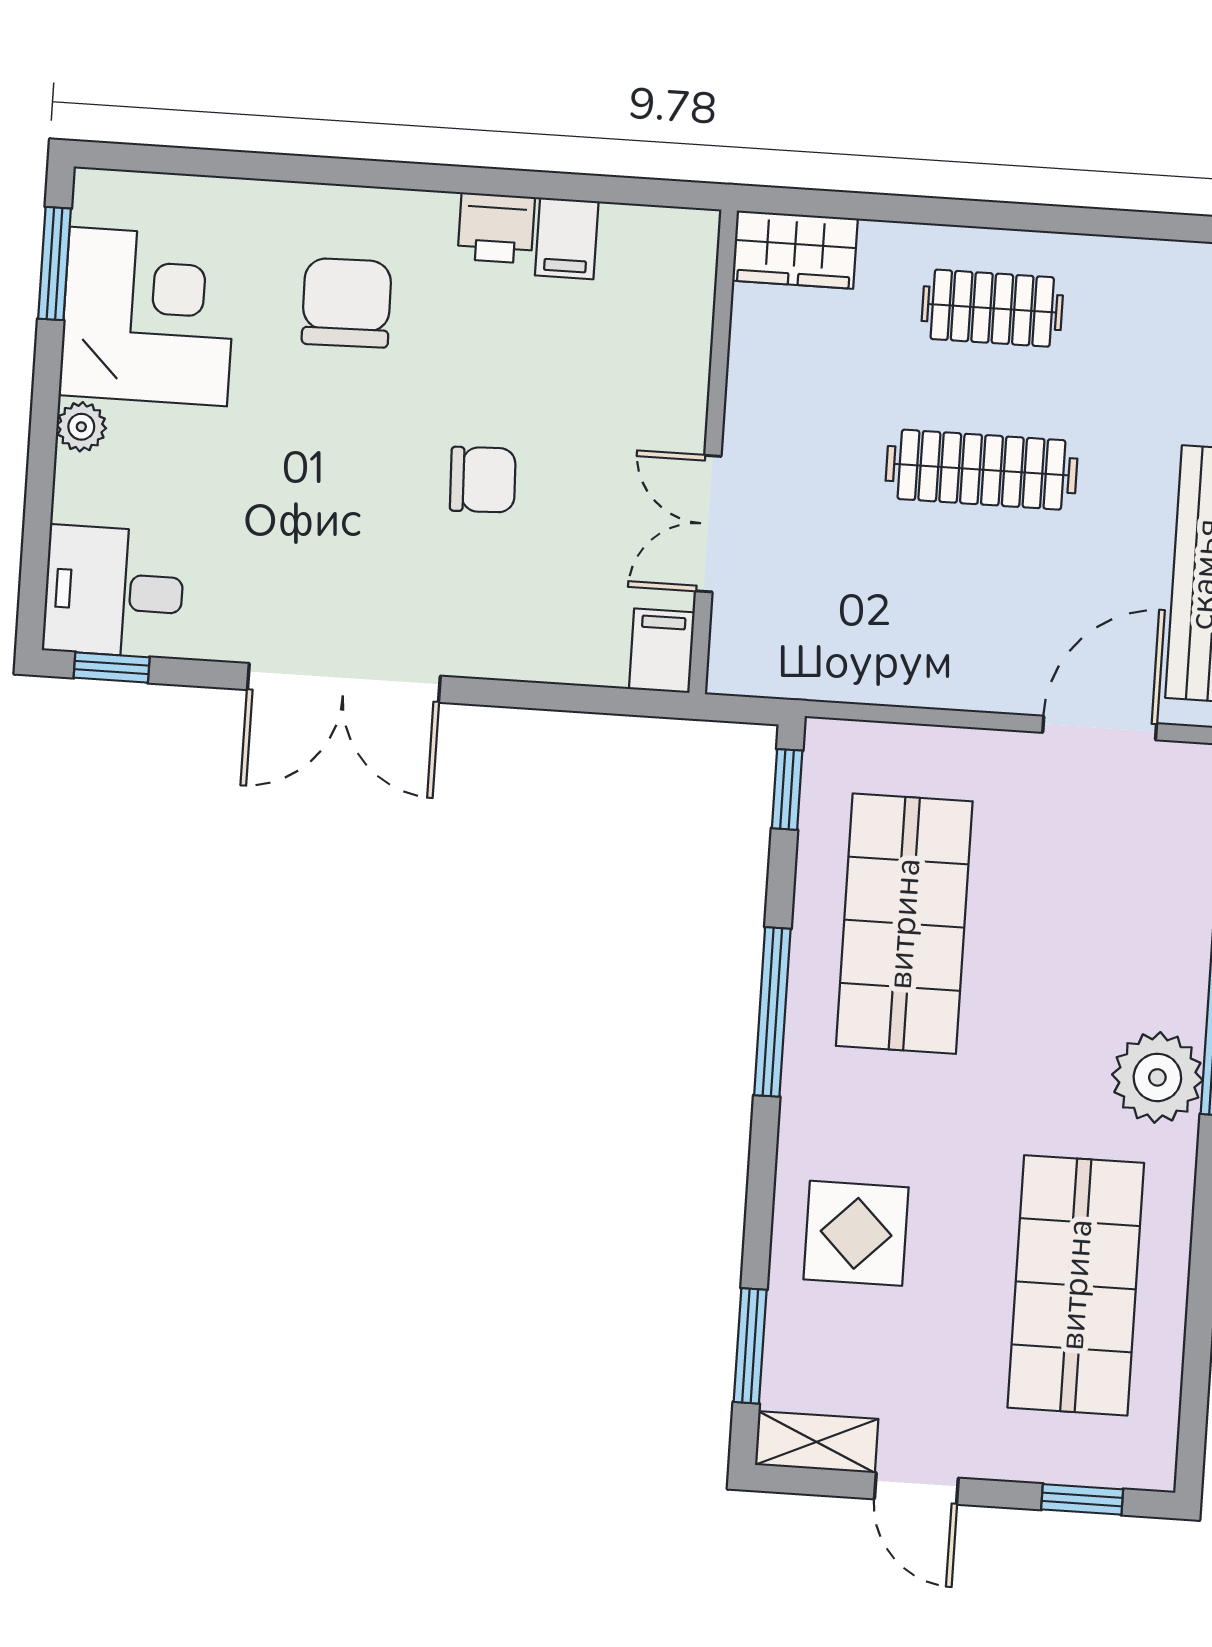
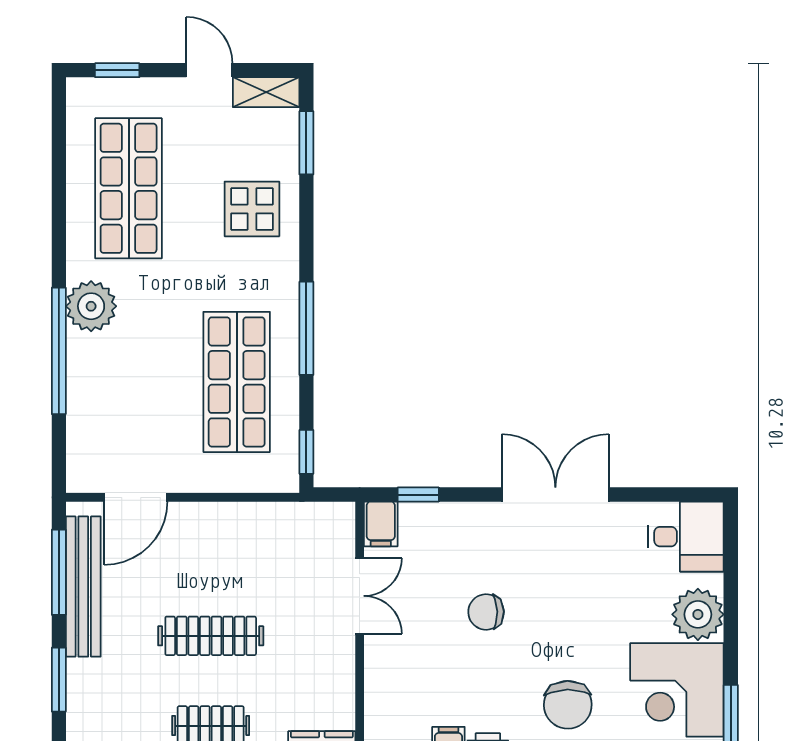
plant: (81, 427) -> (698, 614), width x1.88, depth x1.88
window: (112, 667) -> (418, 495), moved

